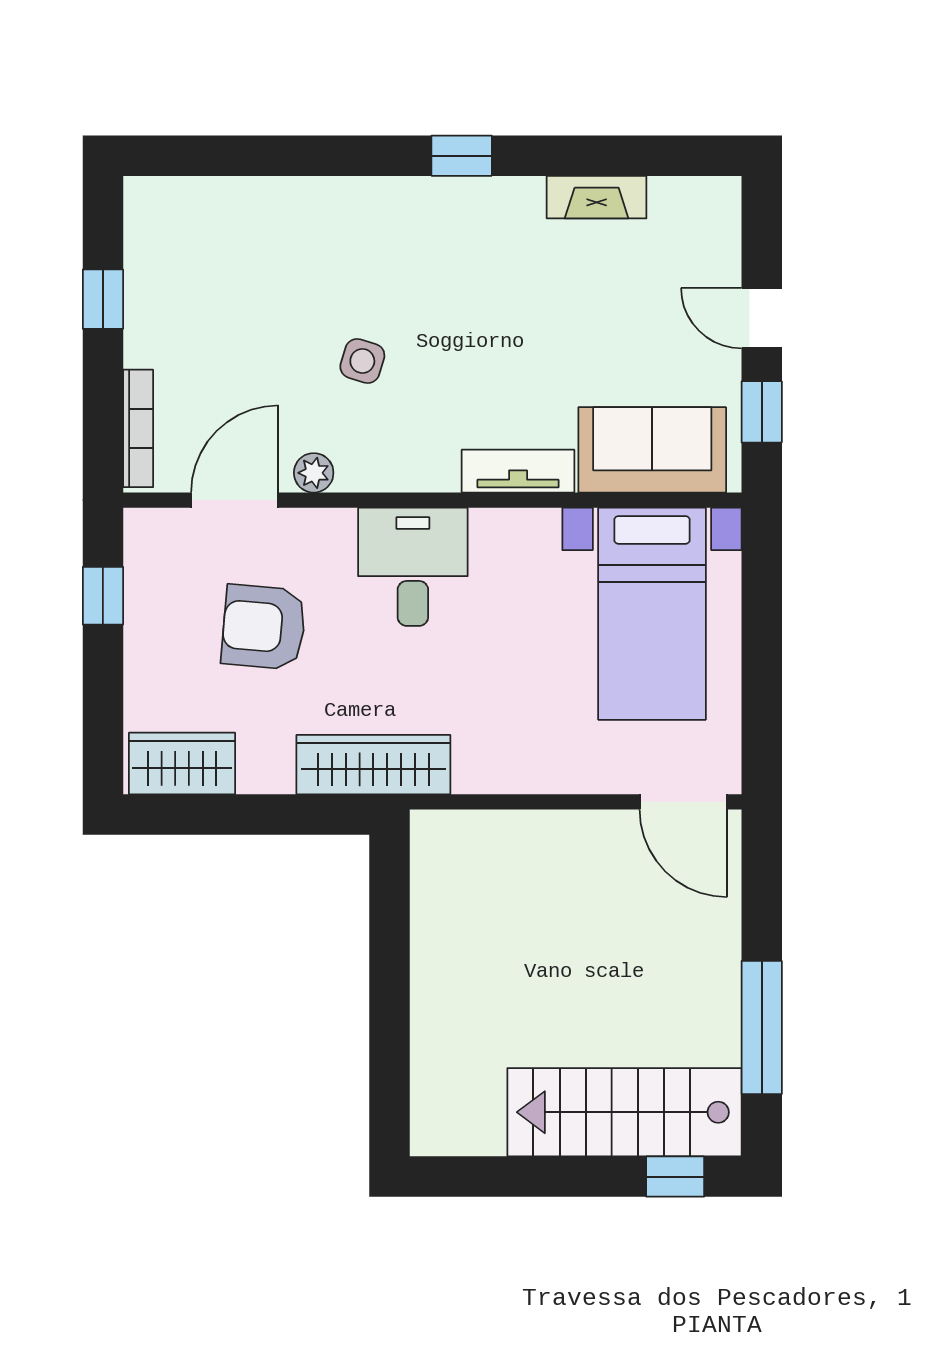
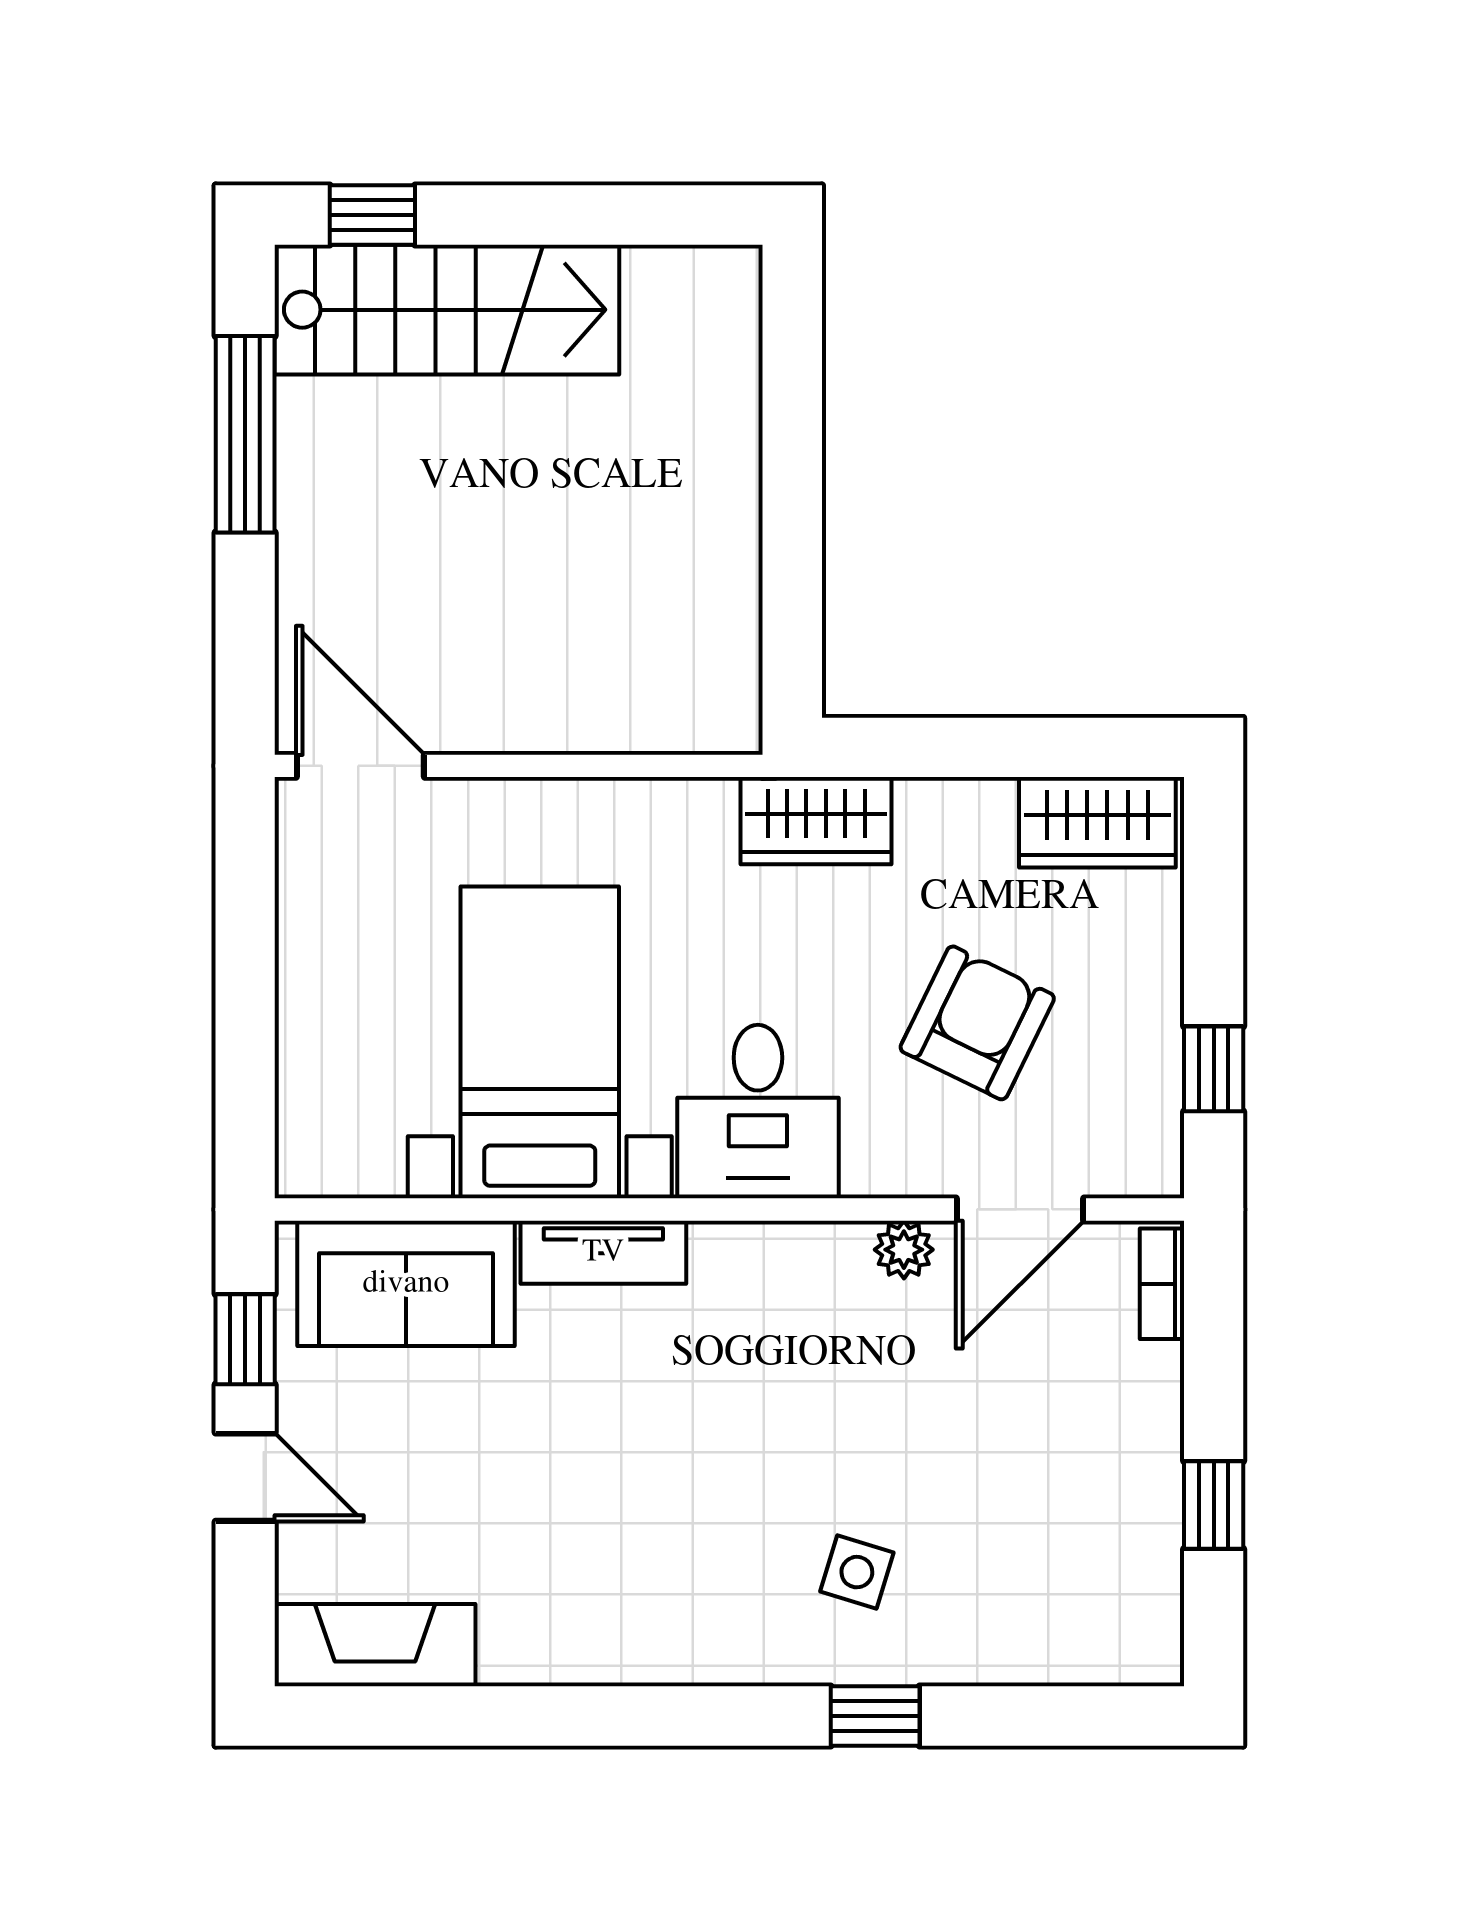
window: (462, 156) -> (875, 1716), moved
fireplace: (597, 197) -> (375, 1645), moved, width x1.37, depth x1.32
side table: (362, 361) -> (857, 1572), moved
bookcase: (138, 428) -> (1162, 1284), width x0.64
bed with nightstands: (652, 614) -> (540, 1042), moved
armchair: (264, 627) -> (977, 1023), turned -69
wardrobe: (373, 765) -> (816, 821), width x0.67

